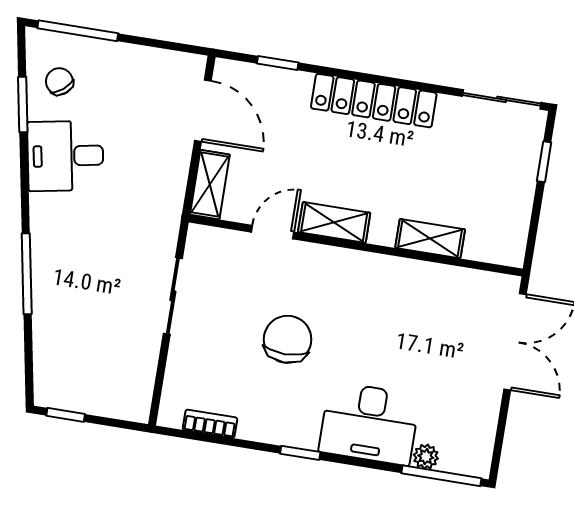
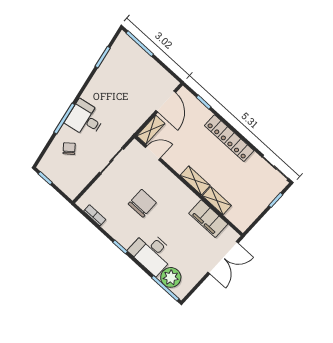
chair: (59, 81) -> (69, 149), moved
desk: (65, 156) -> (85, 119), moved
shelving: (334, 222) -> (195, 180), moved
door: (273, 232) -> (153, 153), moved
filing cabinet: (436, 285) -> (208, 219), added
plant: (426, 457) -> (171, 277), width x1.88, depth x1.88

